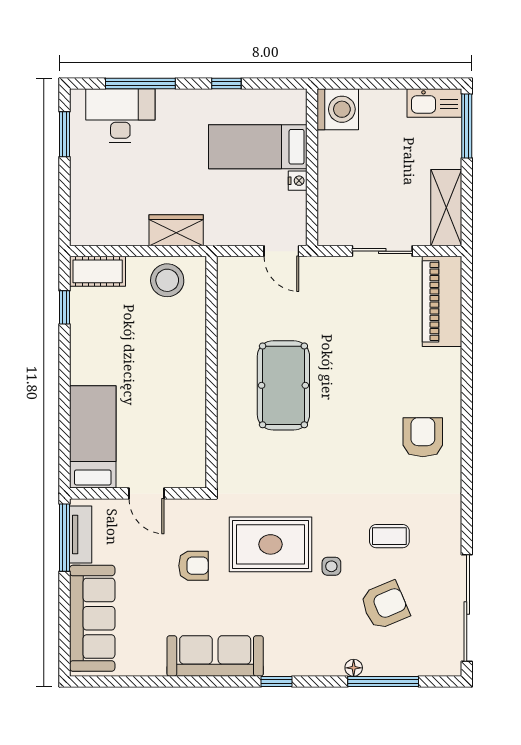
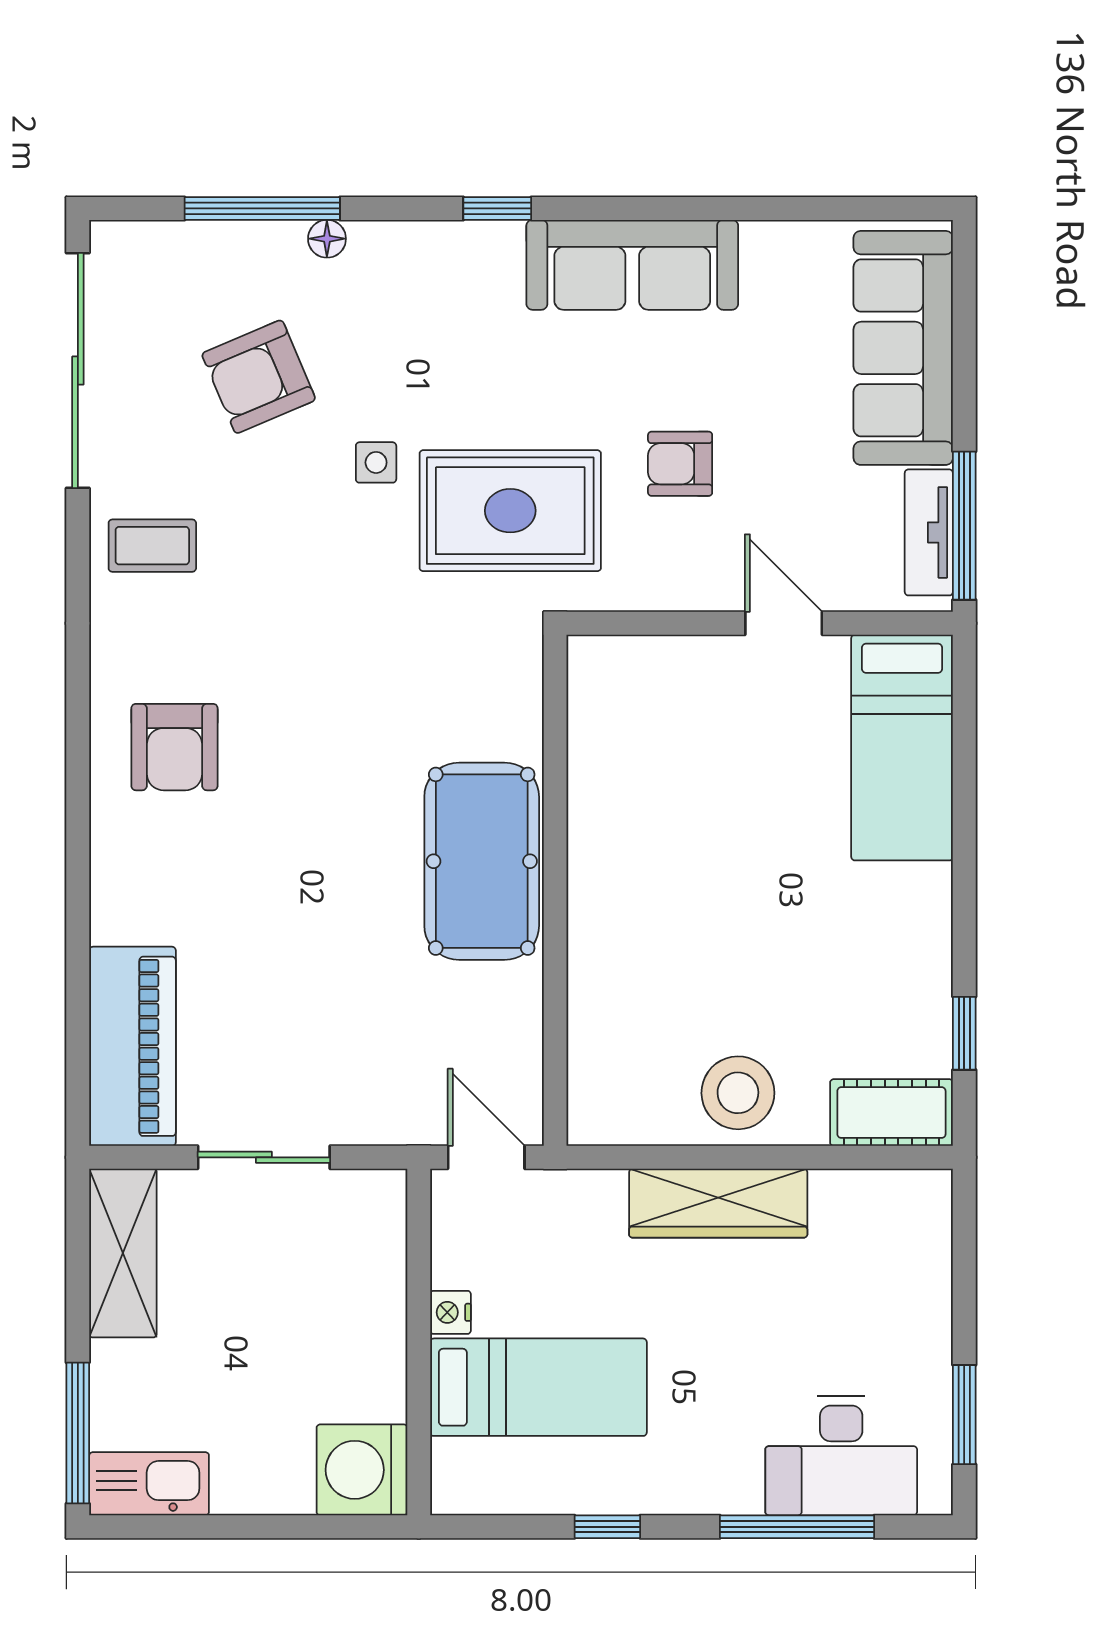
wardrobe: (176, 230) -> (718, 1203), width x1.50
wall: (211, 372) -> (555, 890), moved
coffee table: (389, 536) -> (152, 546), moved

